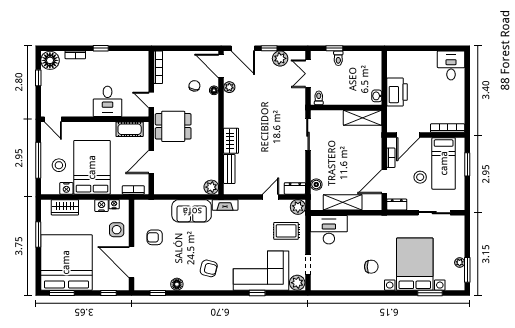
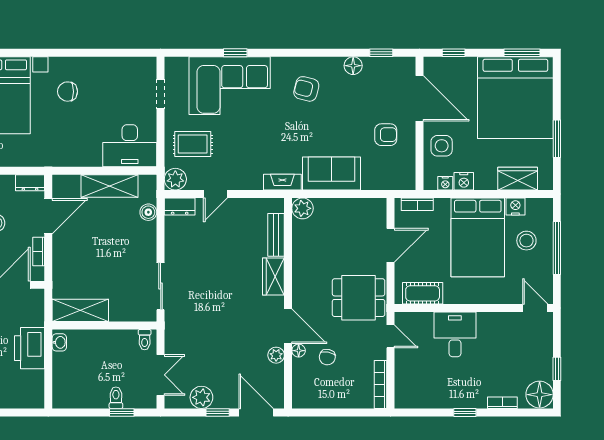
door: (221, 66) -> (288, 326), moved
plant: (297, 283) -> (176, 68), removed

